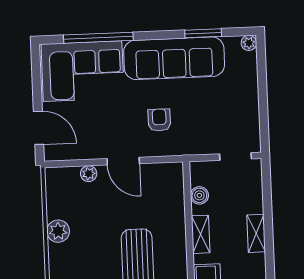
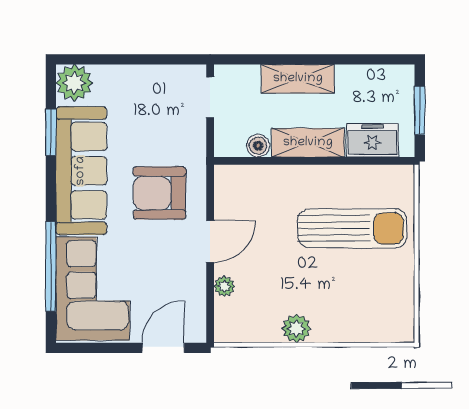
plant: (249, 43) -> (74, 83), width x1.87, depth x1.87
armchair: (159, 120) -> (160, 193), width x1.88, depth x1.88
shelving: (256, 233) -> (298, 79), width x1.50, depth x1.33
shelving: (201, 234) -> (308, 143), width x1.50, depth x1.33

